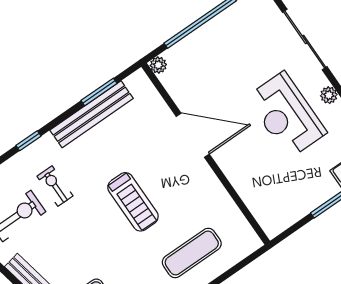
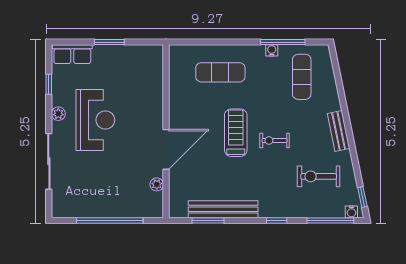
plant: (158, 65) -> (157, 184), moved
door: (193, 135) -> (166, 149), swing flipped
exercise bike: (55, 186) -> (274, 140), moved, turned 90

